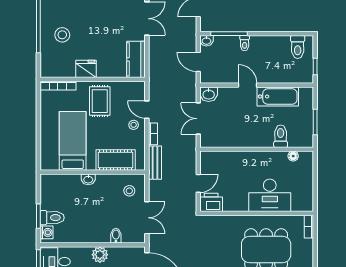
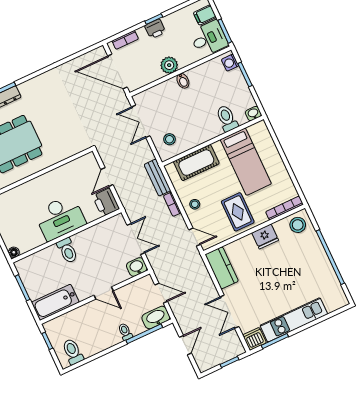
stool: (62, 35) -> (298, 225), moved
washbasin: (206, 41) -> (156, 317), width x1.91, depth x1.45
bathtub: (278, 96) -> (55, 302), moved
door: (147, 110) -> (195, 237), moved
toilet: (281, 136) -> (67, 250), moved
floor lamp: (293, 156) -> (14, 252), moved
washbasin: (88, 179) -> (253, 114), moved
desk: (270, 195) -> (60, 218), moved, turned 180
printer: (211, 202) -> (106, 202), moved, turned 90
toilet: (52, 218) -> (227, 118), moved, turned 90
bidet: (116, 236) -> (183, 81), moved

